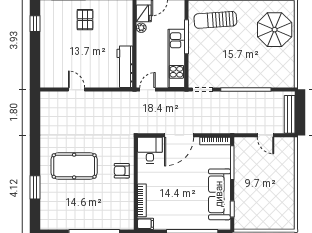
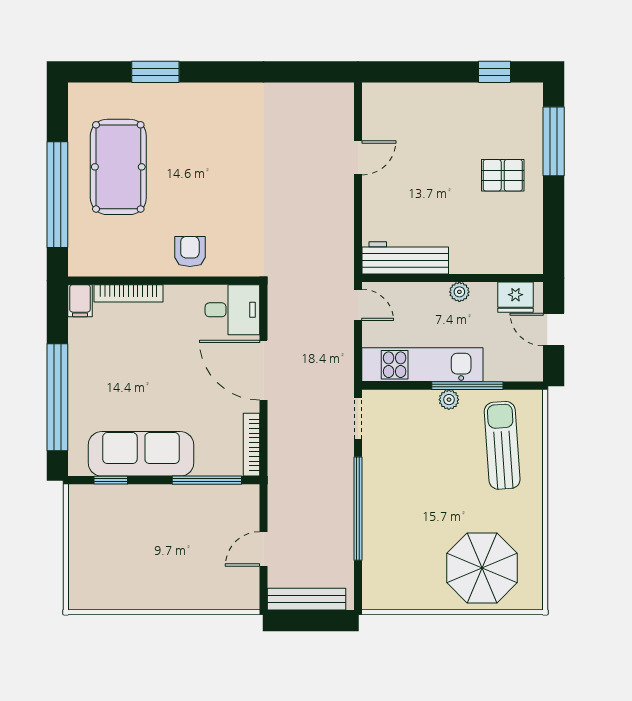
plant: (141, 28) -> (459, 292), moved
plant: (193, 46) -> (449, 400), added
pool table: (74, 166) -> (118, 167), moved

